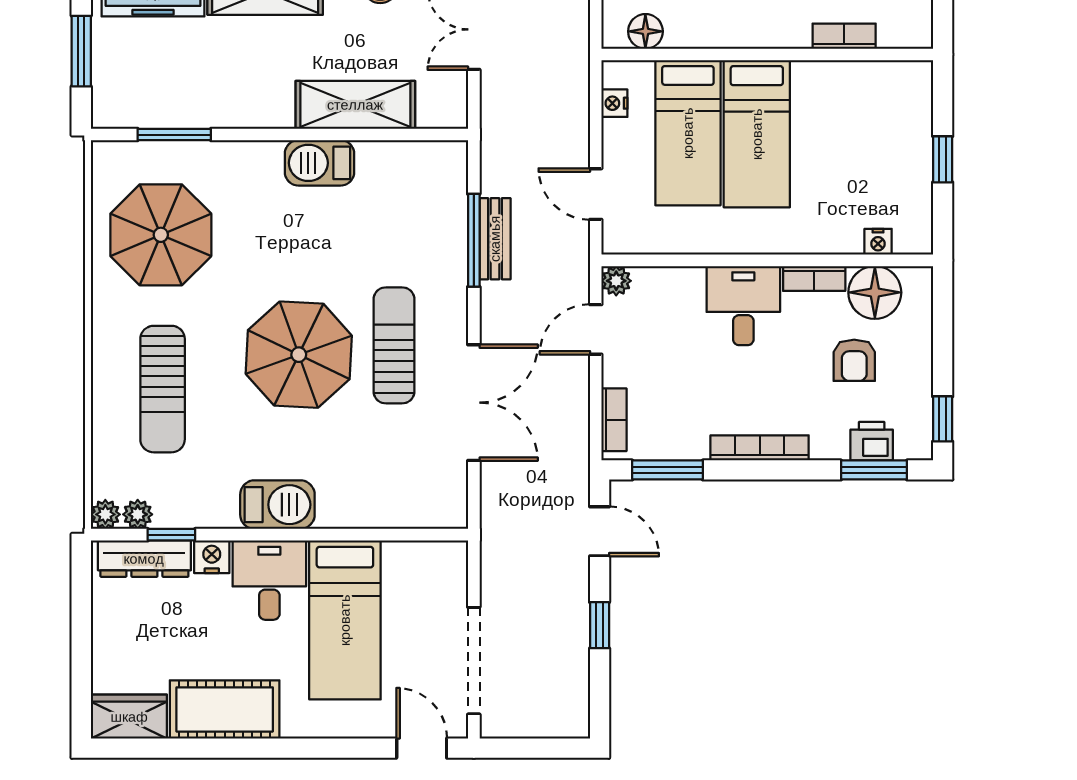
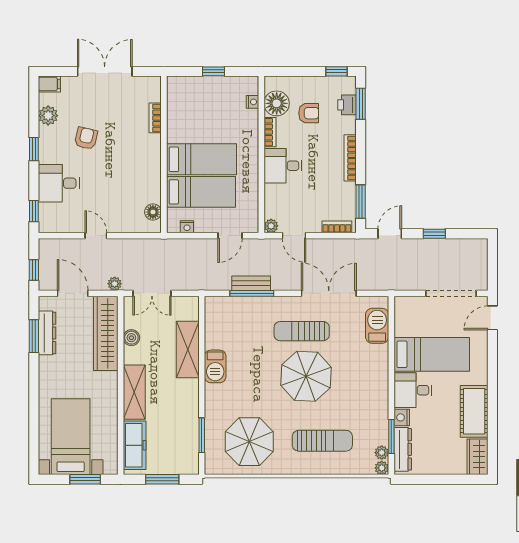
barbecue: (277, 505) -> (377, 326), moved
window: (171, 535) -> (391, 437), width x1.50

